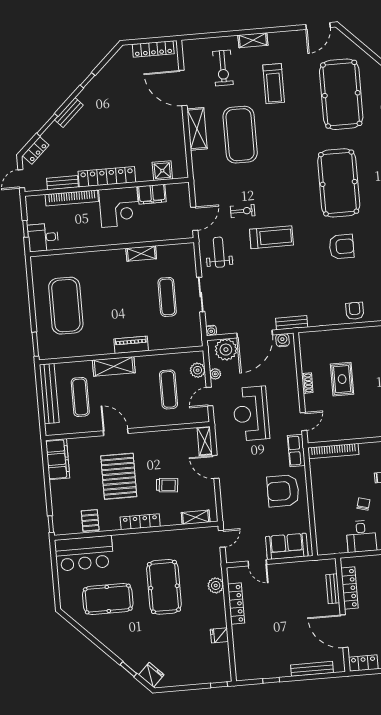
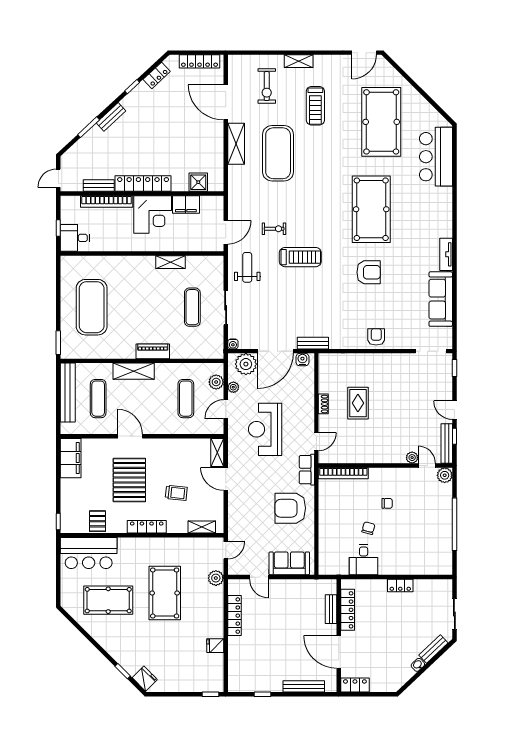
locker: (36, 150) -> (157, 75), moved
plant: (216, 585) -> (216, 578), moved

